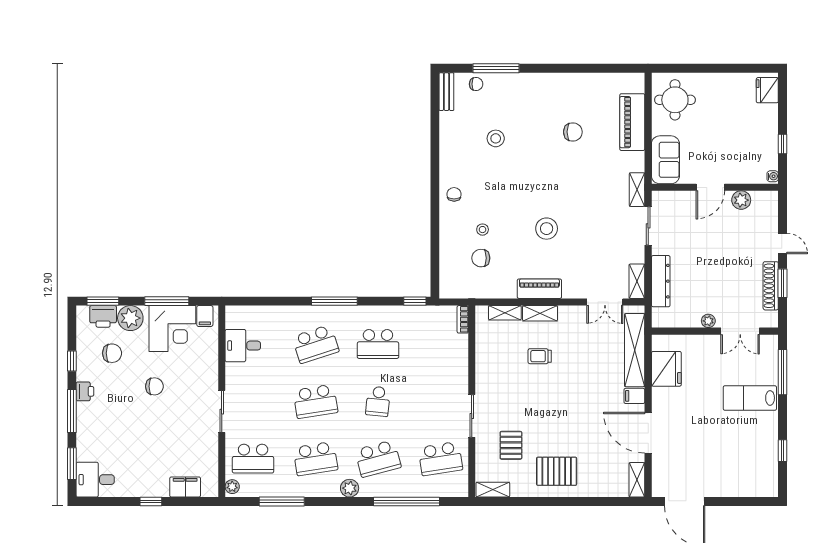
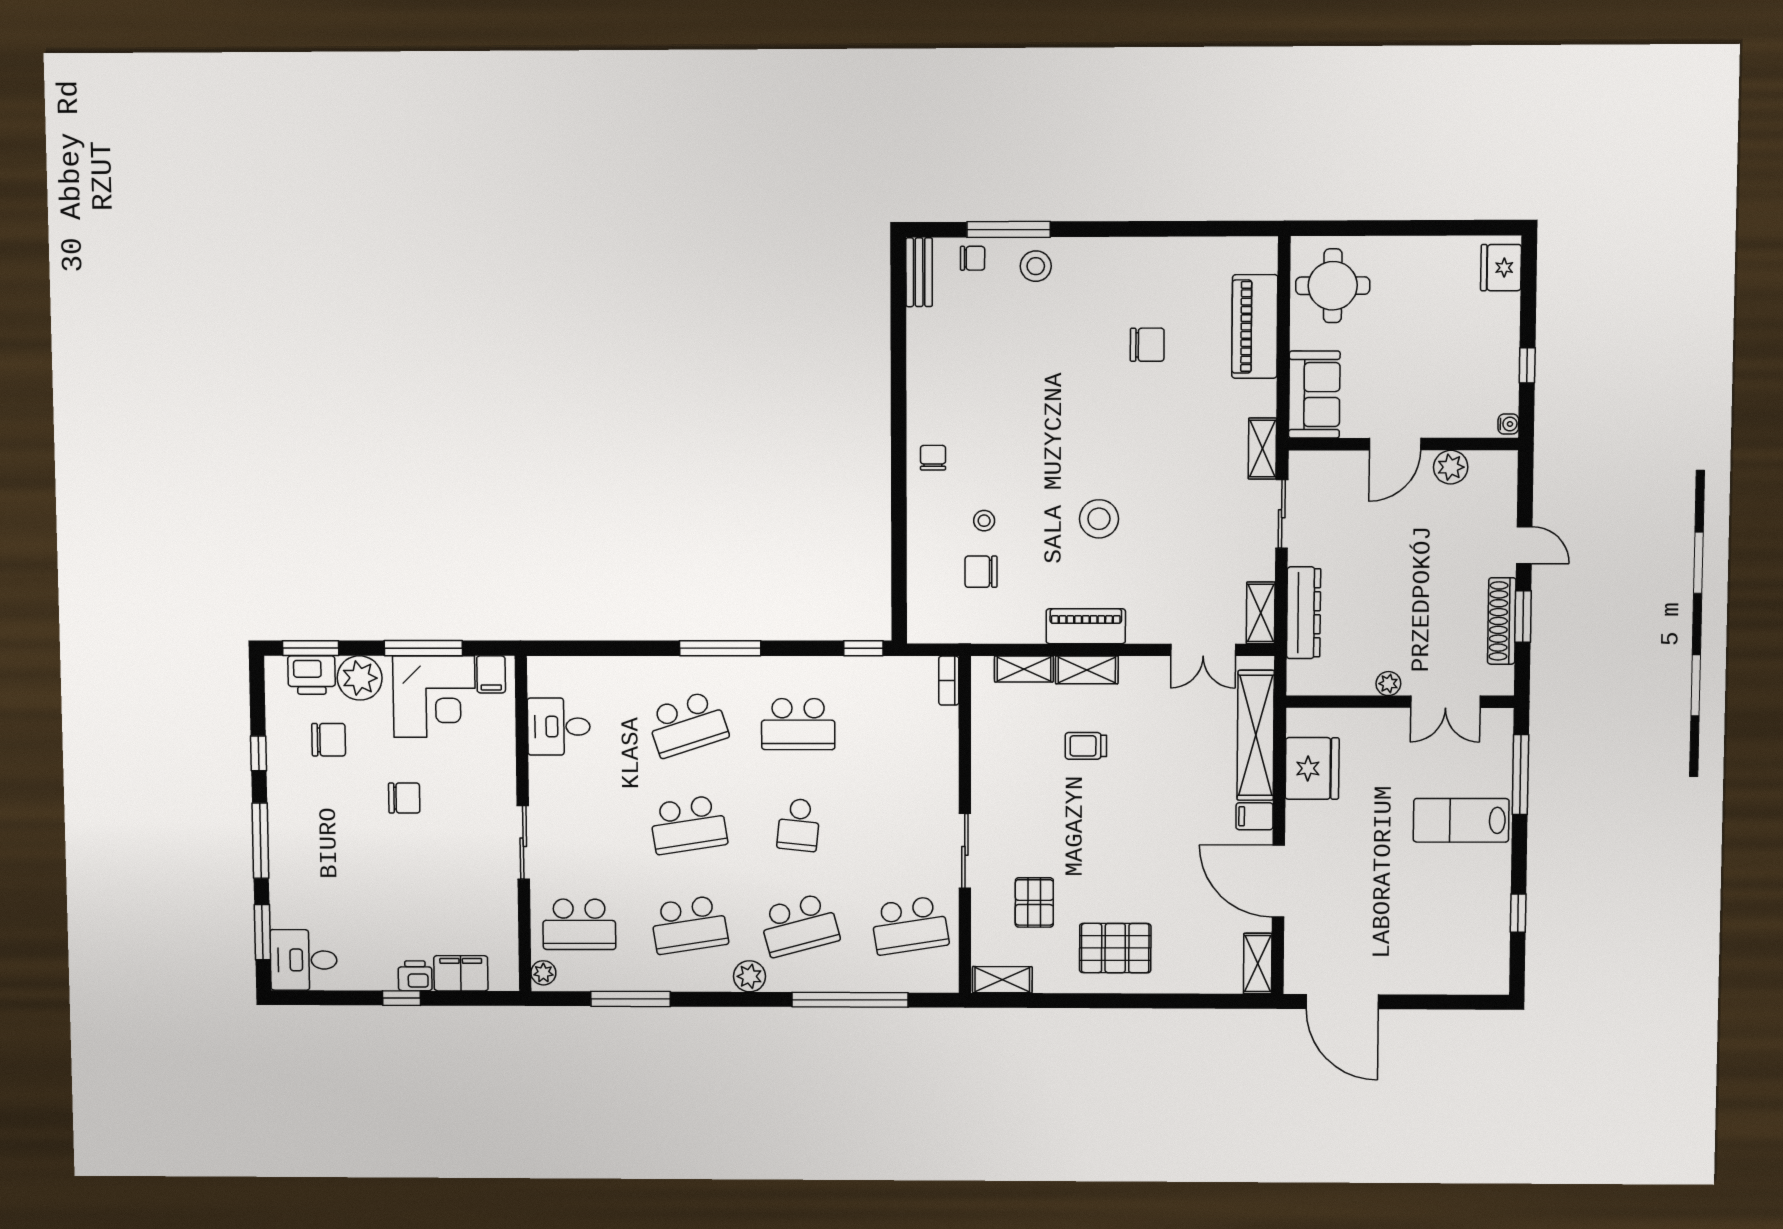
stool: (496, 138) -> (1036, 266), moved
printer: (85, 391) -> (415, 976), moved, turned -90

